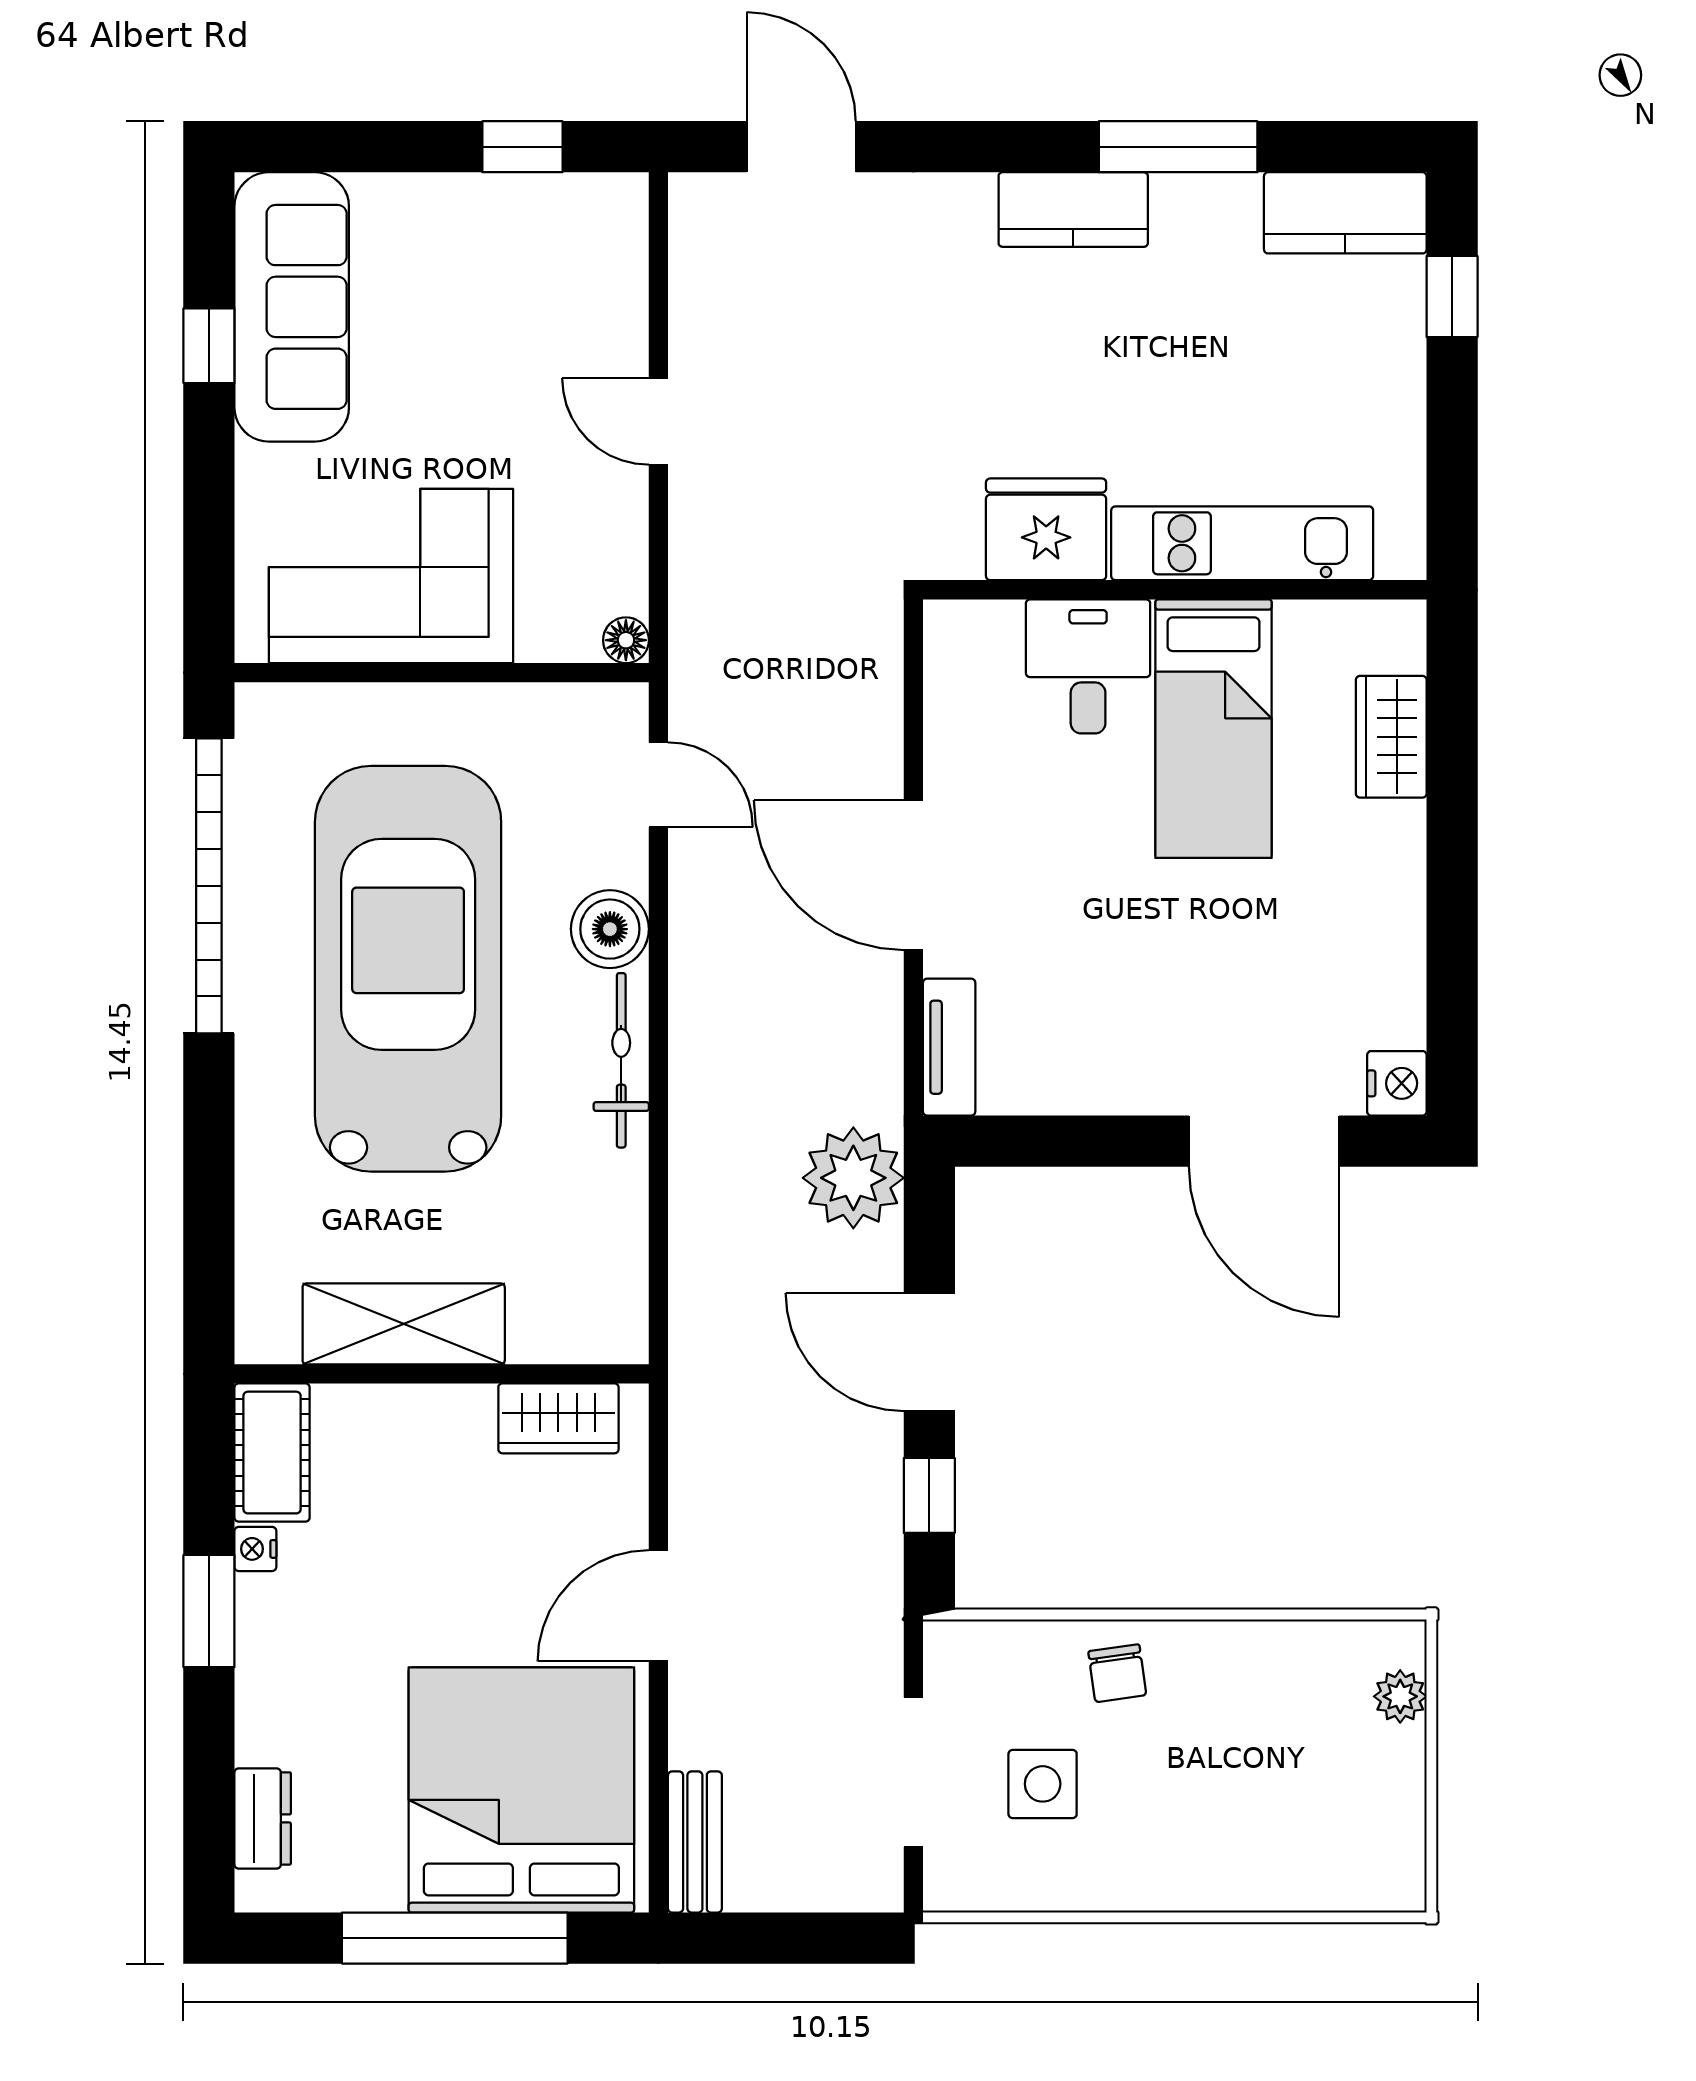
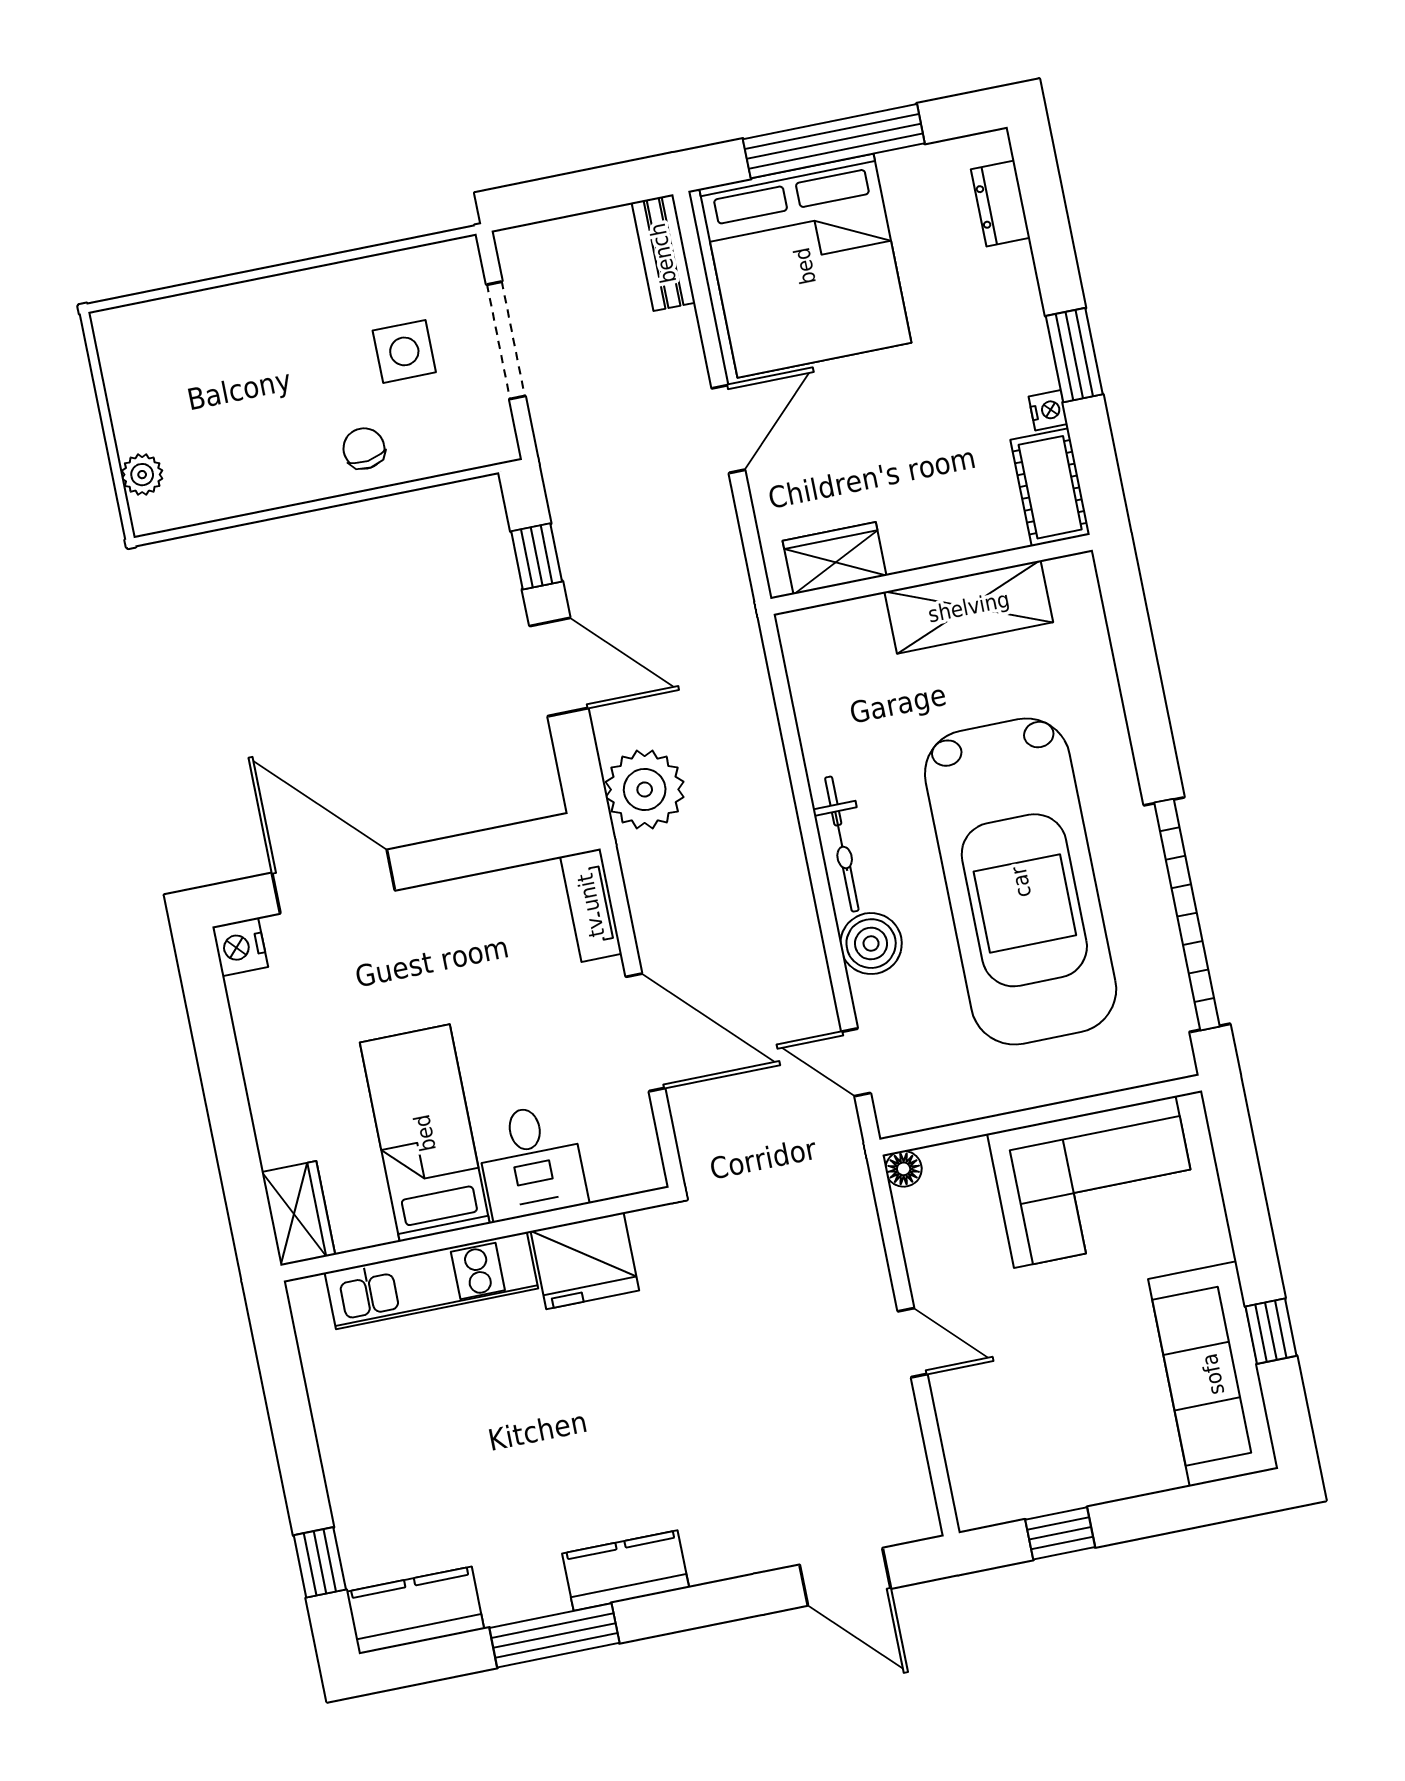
fridge: (1046, 529) -> (585, 1261), moved
kitchen unit: (1242, 543) -> (431, 1280), moved
wall: (1175, 590) -> (476, 1234), moved
desk: (1088, 666) -> (531, 1162), moved
bed: (1214, 729) -> (425, 1133), moved

